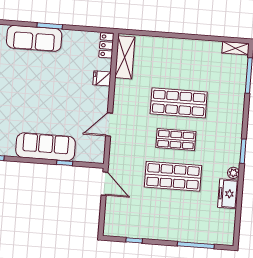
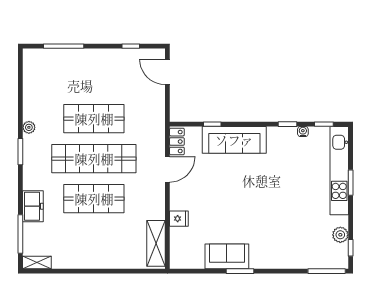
sofa: (34, 38) -> (227, 256), moved, width x0.73
locker: (106, 45) -> (177, 142), moved
shop shelf: (176, 140) -> (94, 159), width x2.00, depth x1.36
door: (104, 184) -> (167, 72), moved
freezer: (228, 194) -> (33, 206), moved

